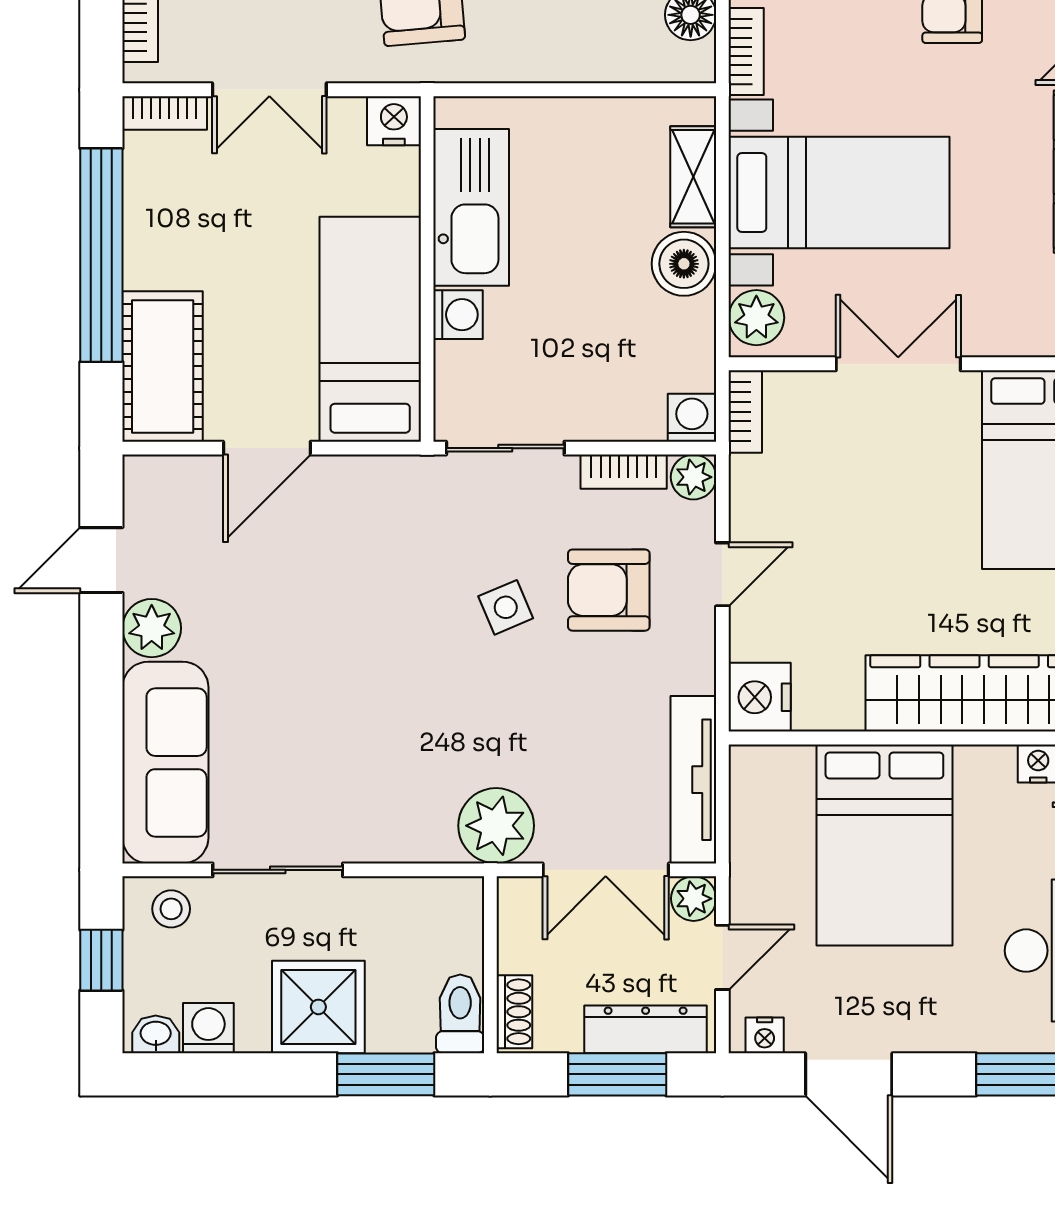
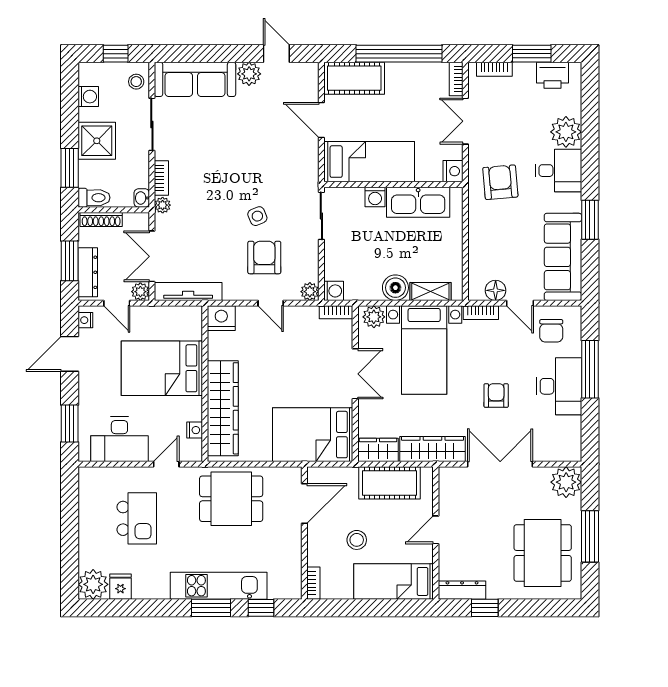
bookcase: (624, 472) -> (161, 178), moved, turned 180
plant: (496, 826) -> (163, 205), width x0.53, depth x0.53
shoe rack: (514, 1012) -> (101, 220), width x1.43
washbasin: (156, 1034) -> (142, 198), moved, turned 180

